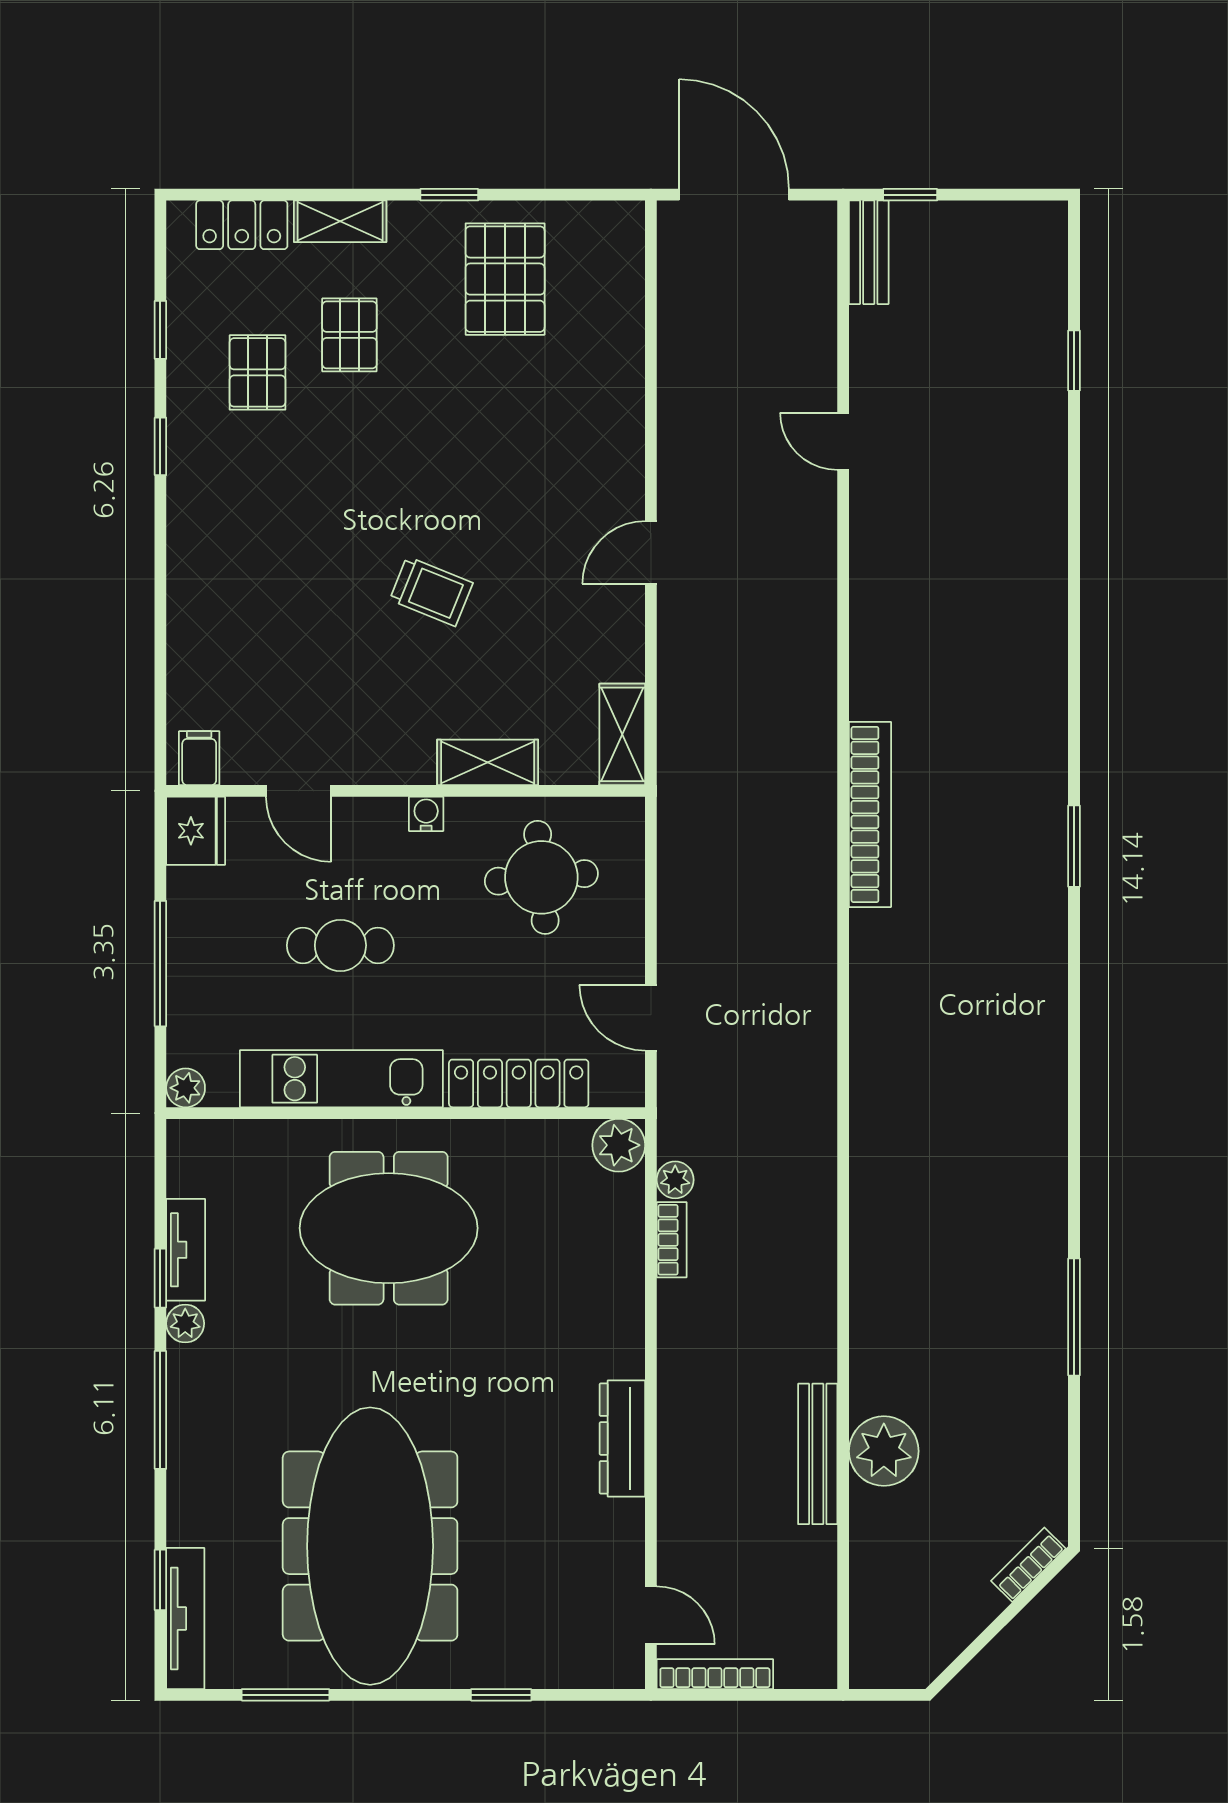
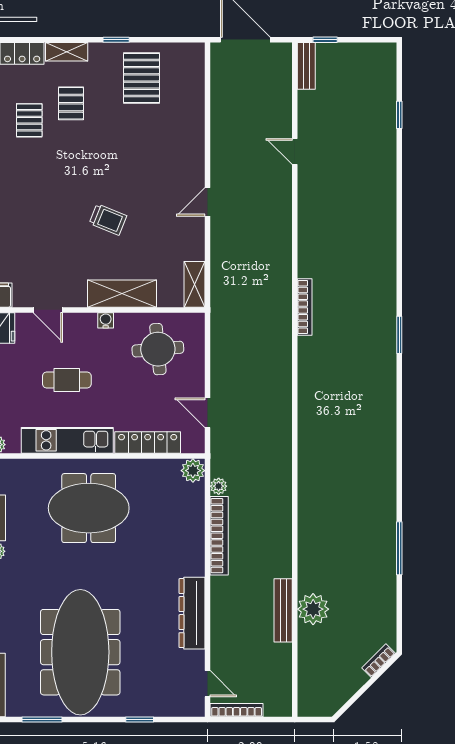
shelving: (488, 762) -> (122, 294), width x1.50, depth x1.33
bookcase: (870, 814) -> (305, 307), width x0.68, depth x0.76
bookcase: (672, 1240) -> (219, 536), width x2.31, depth x1.31
dresser: (622, 1438) -> (192, 613), width x1.37, depth x1.24

